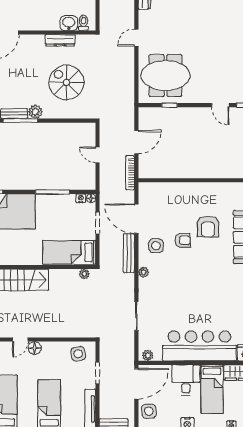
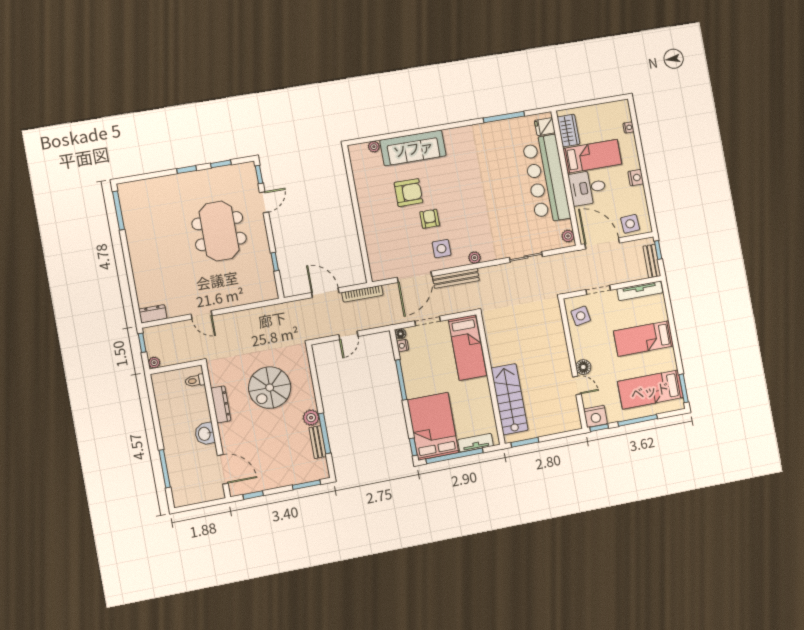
washbasin: (69, 23) -> (205, 434), moved
meeting table: (165, 75) -> (219, 231), moved
plant: (84, 274) -> (489, 326), removed

